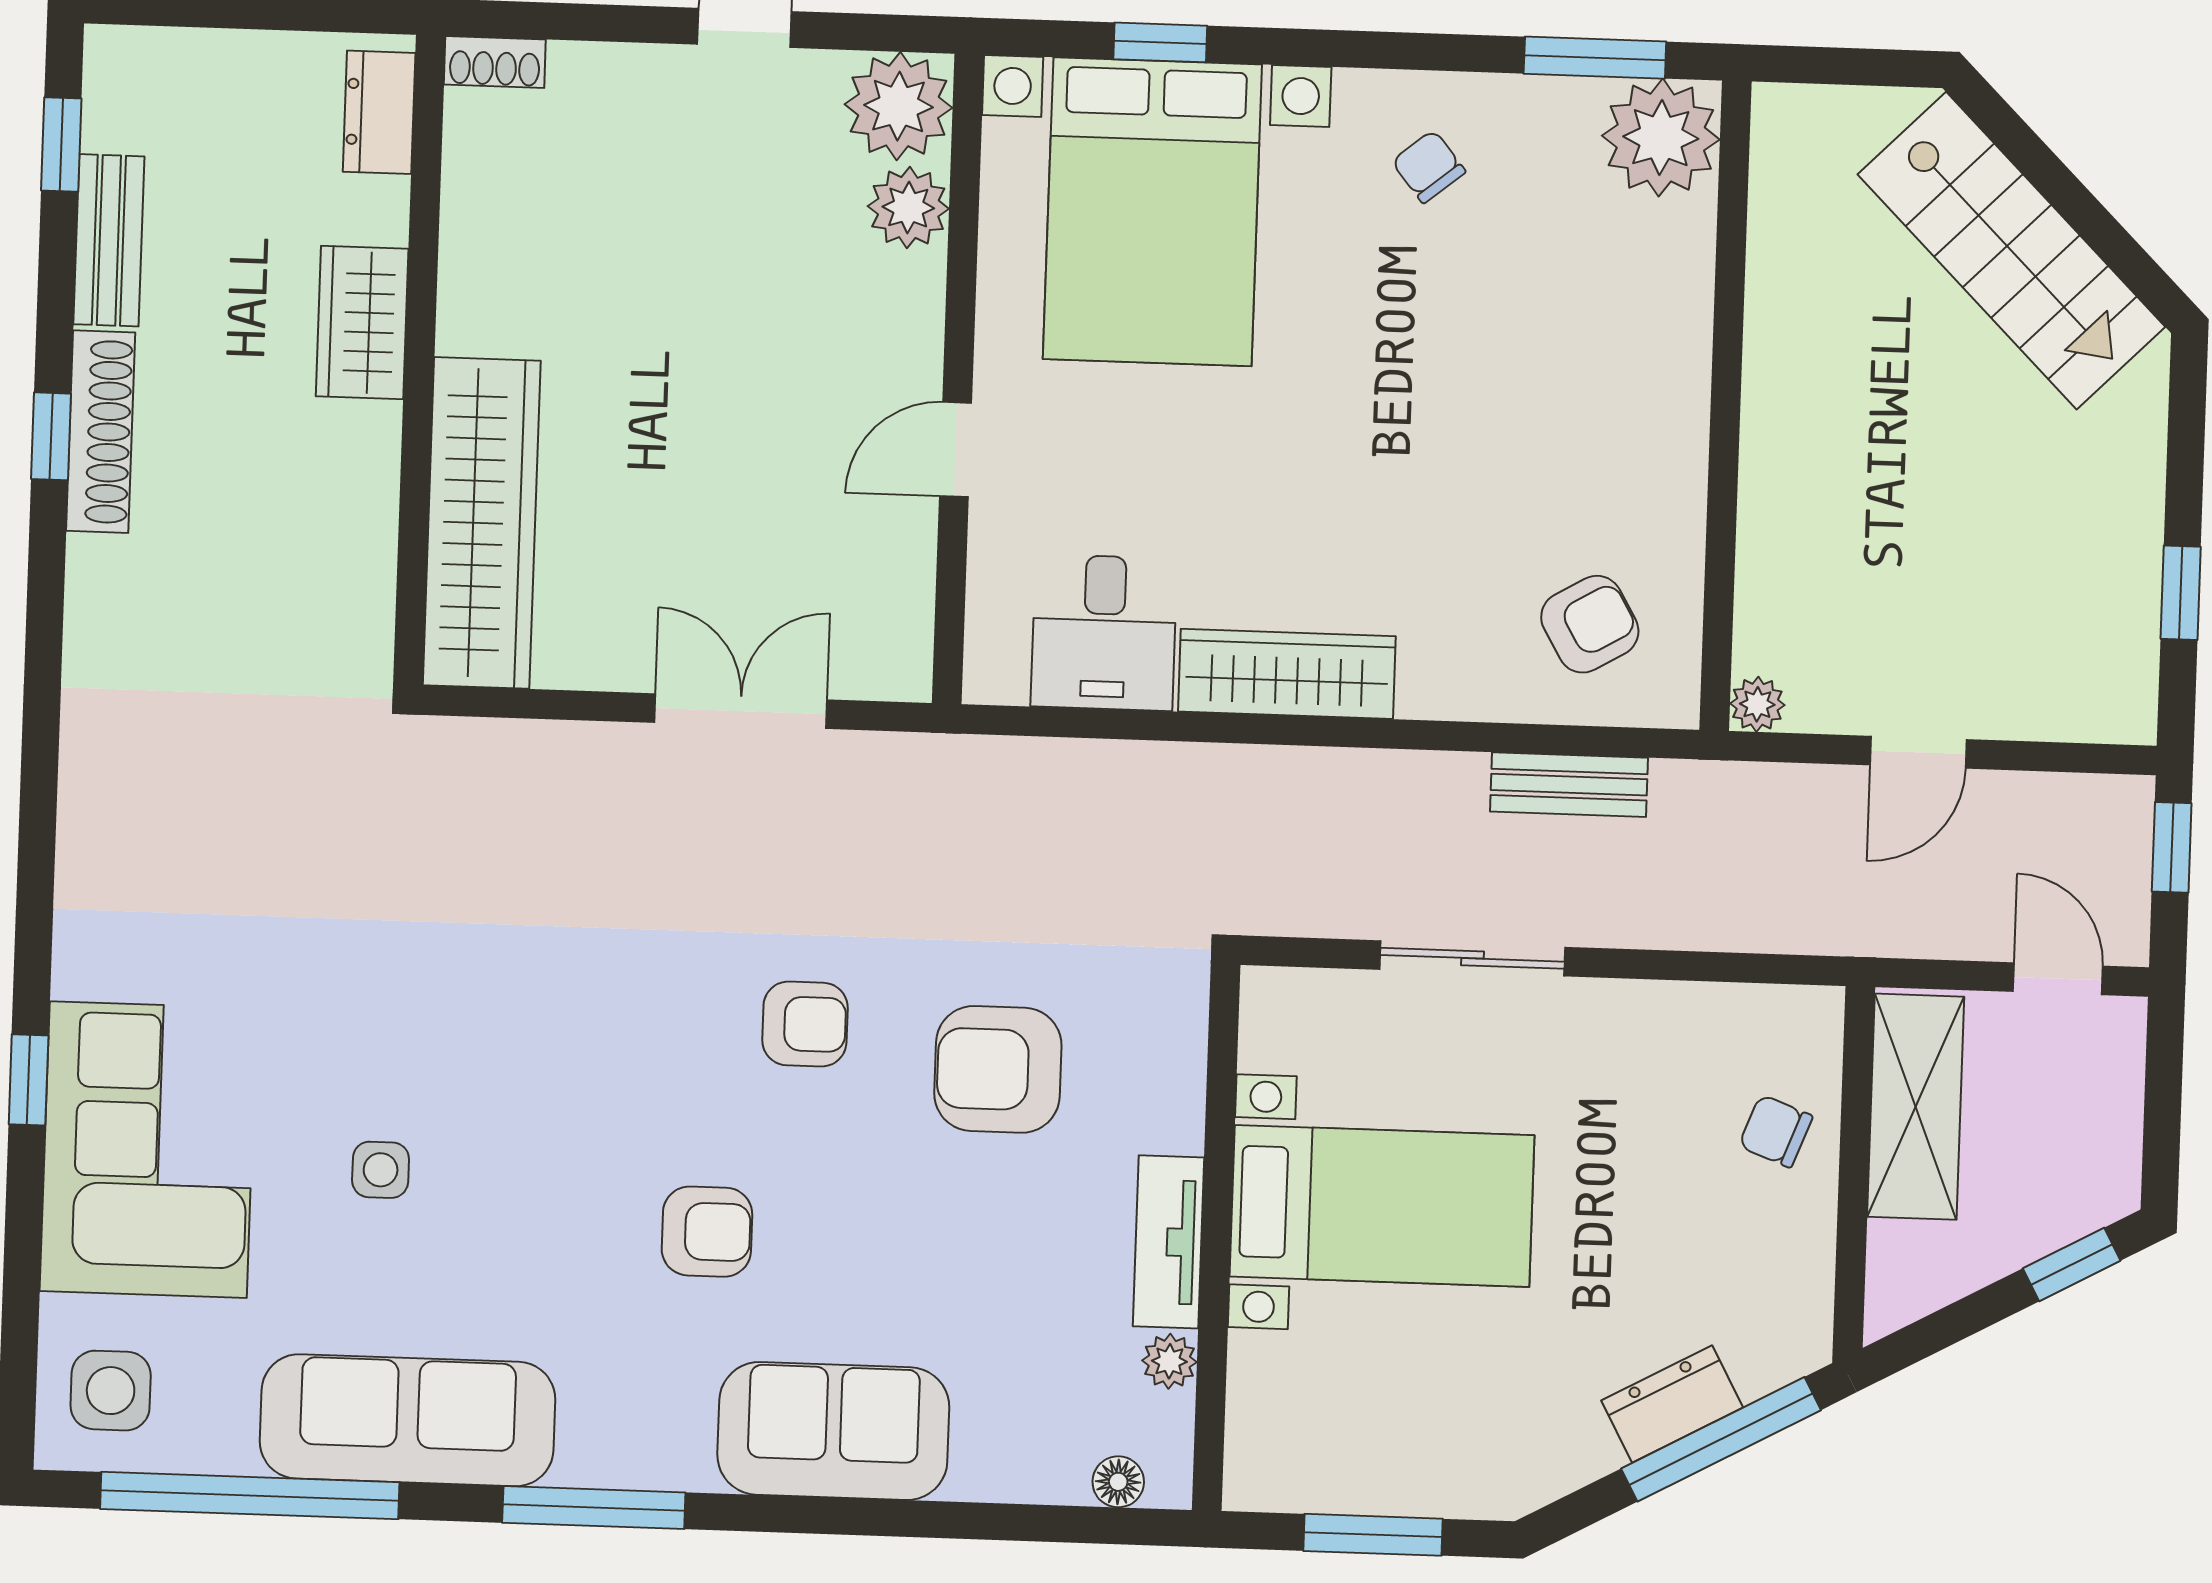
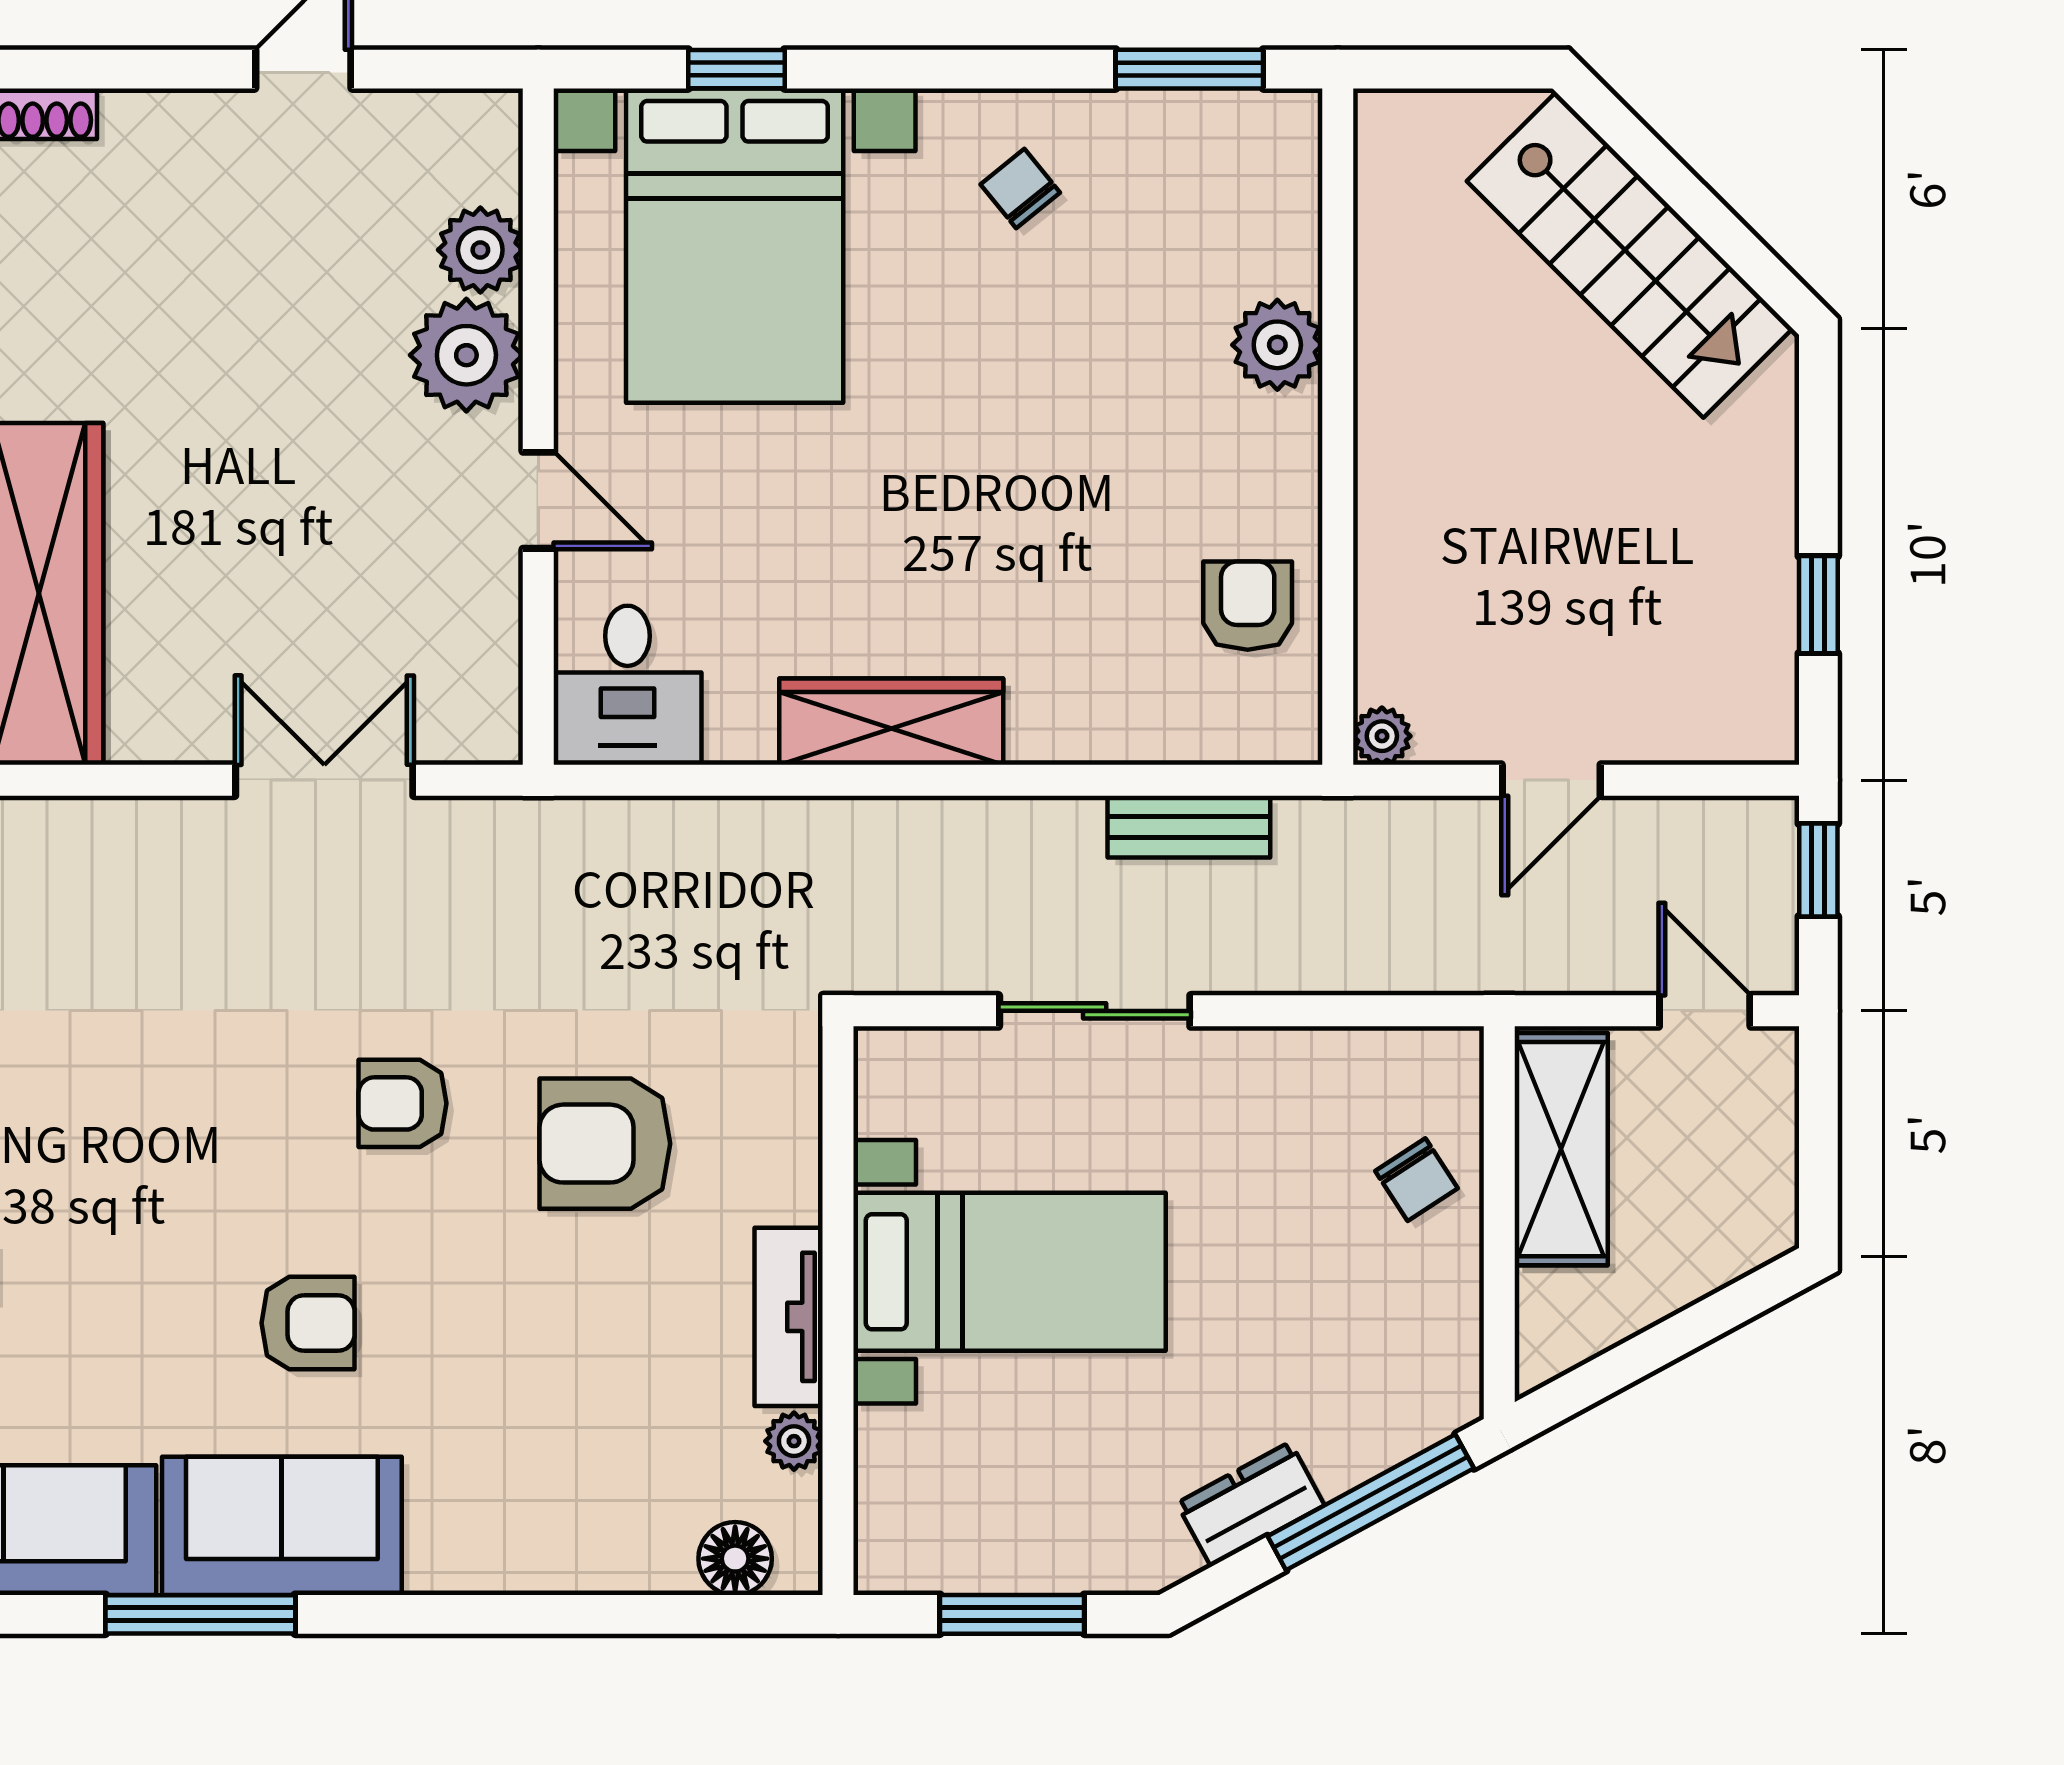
plant: (898, 106) -> (466, 355), moved
plant: (1661, 138) -> (1277, 345), moved, width x0.73, depth x0.73
door: (956, 450) -> (538, 500), swing flipped
armchair: (1590, 624) -> (1248, 606), moved, turned -60
desk: (1104, 633) -> (627, 685), moved
armchair: (805, 1024) -> (402, 1103), turned 180
chair: (1776, 1131) -> (1416, 1180), turned -144
window: (2072, 1264) -> (1729, 1308), removed
dresser: (1672, 1404) -> (1251, 1504), moved
sofa: (833, 1431) -> (282, 1526), moved
floor lamp: (1118, 1482) -> (735, 1559), width x1.37, depth x1.37

